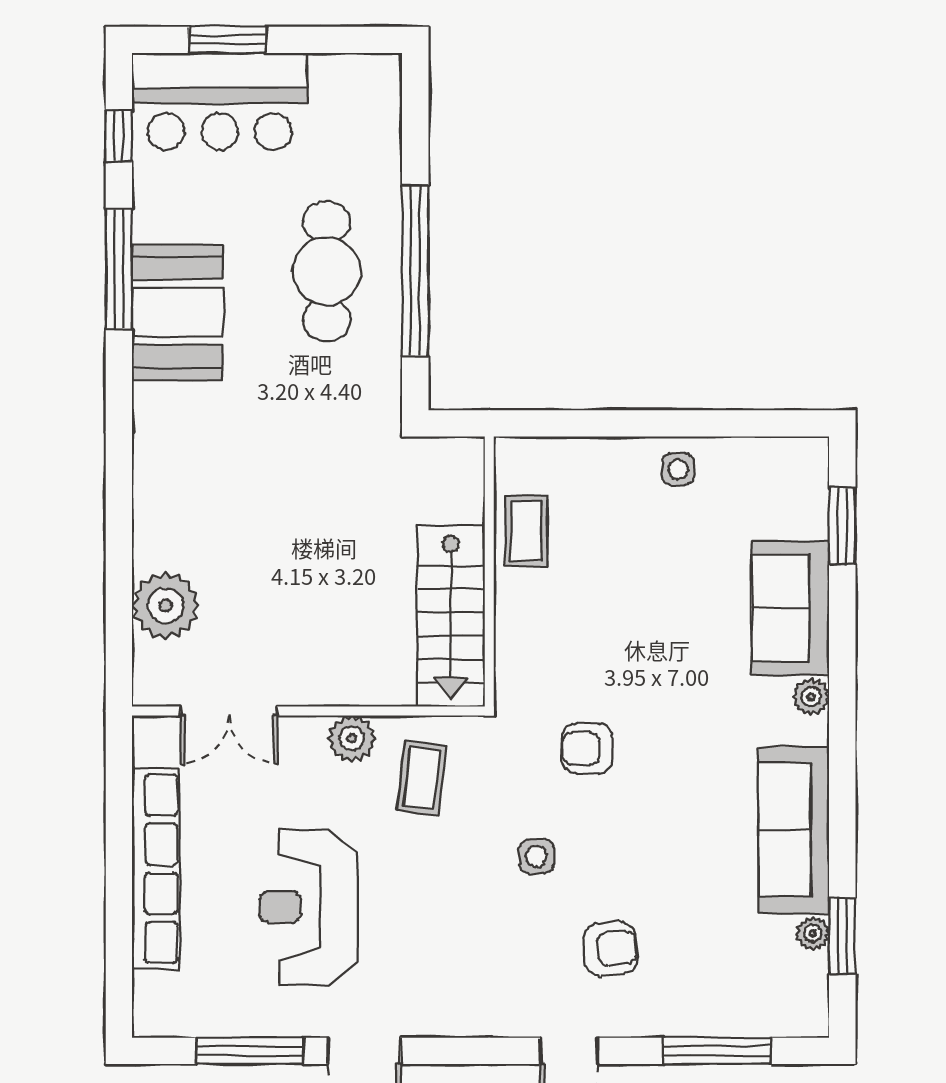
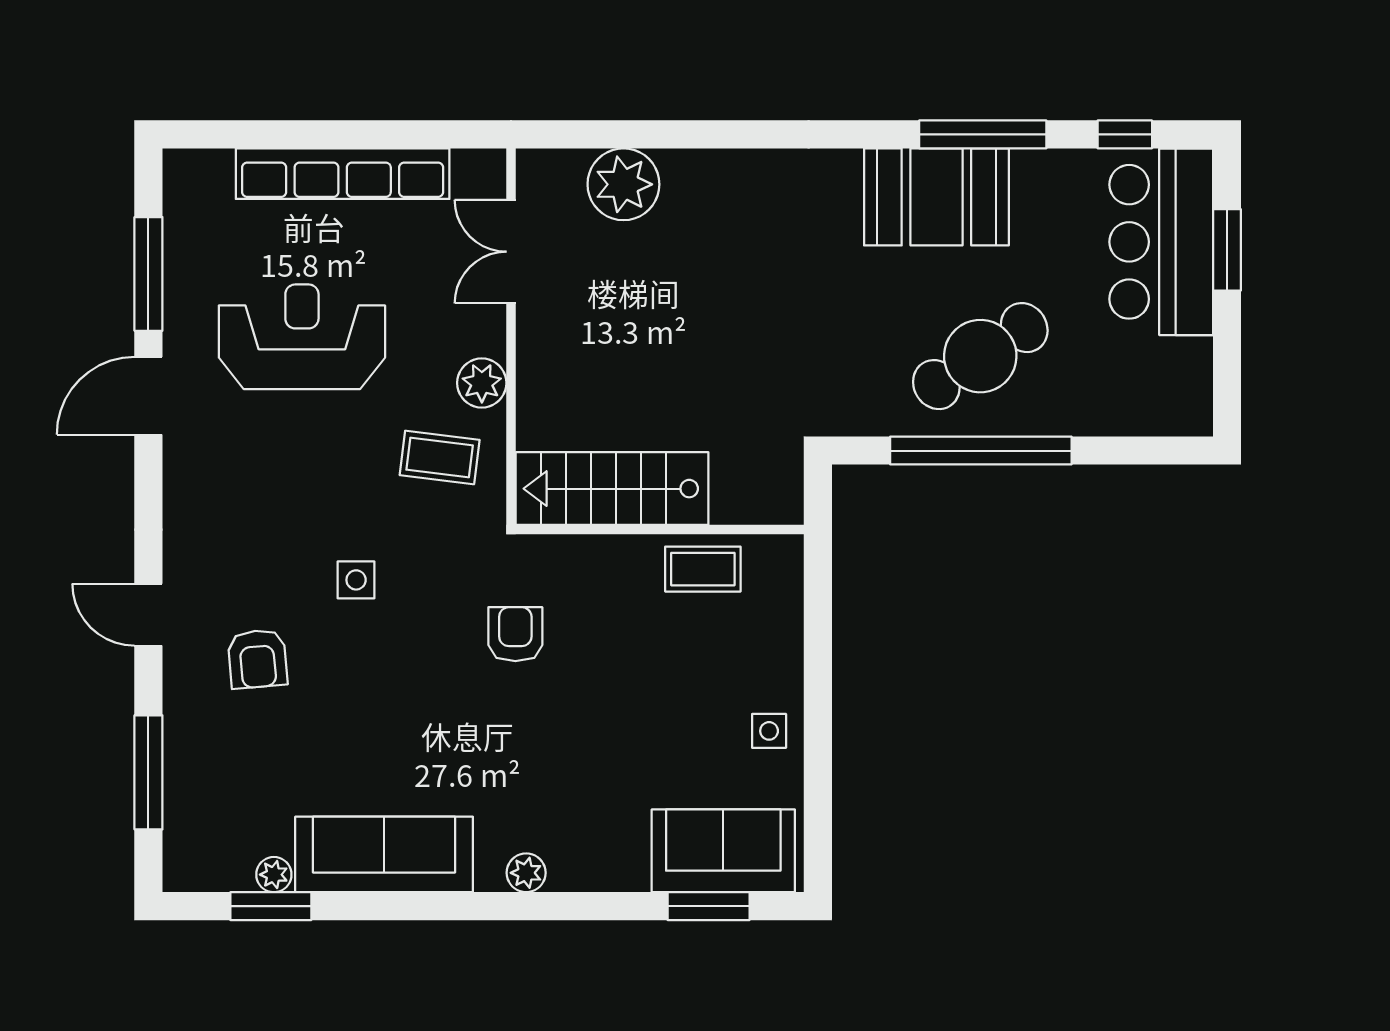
cafe table: (327, 271) -> (980, 356), turned -33
sofa: (790, 608) -> (723, 851), moved
armchair: (587, 749) -> (515, 634), moved

